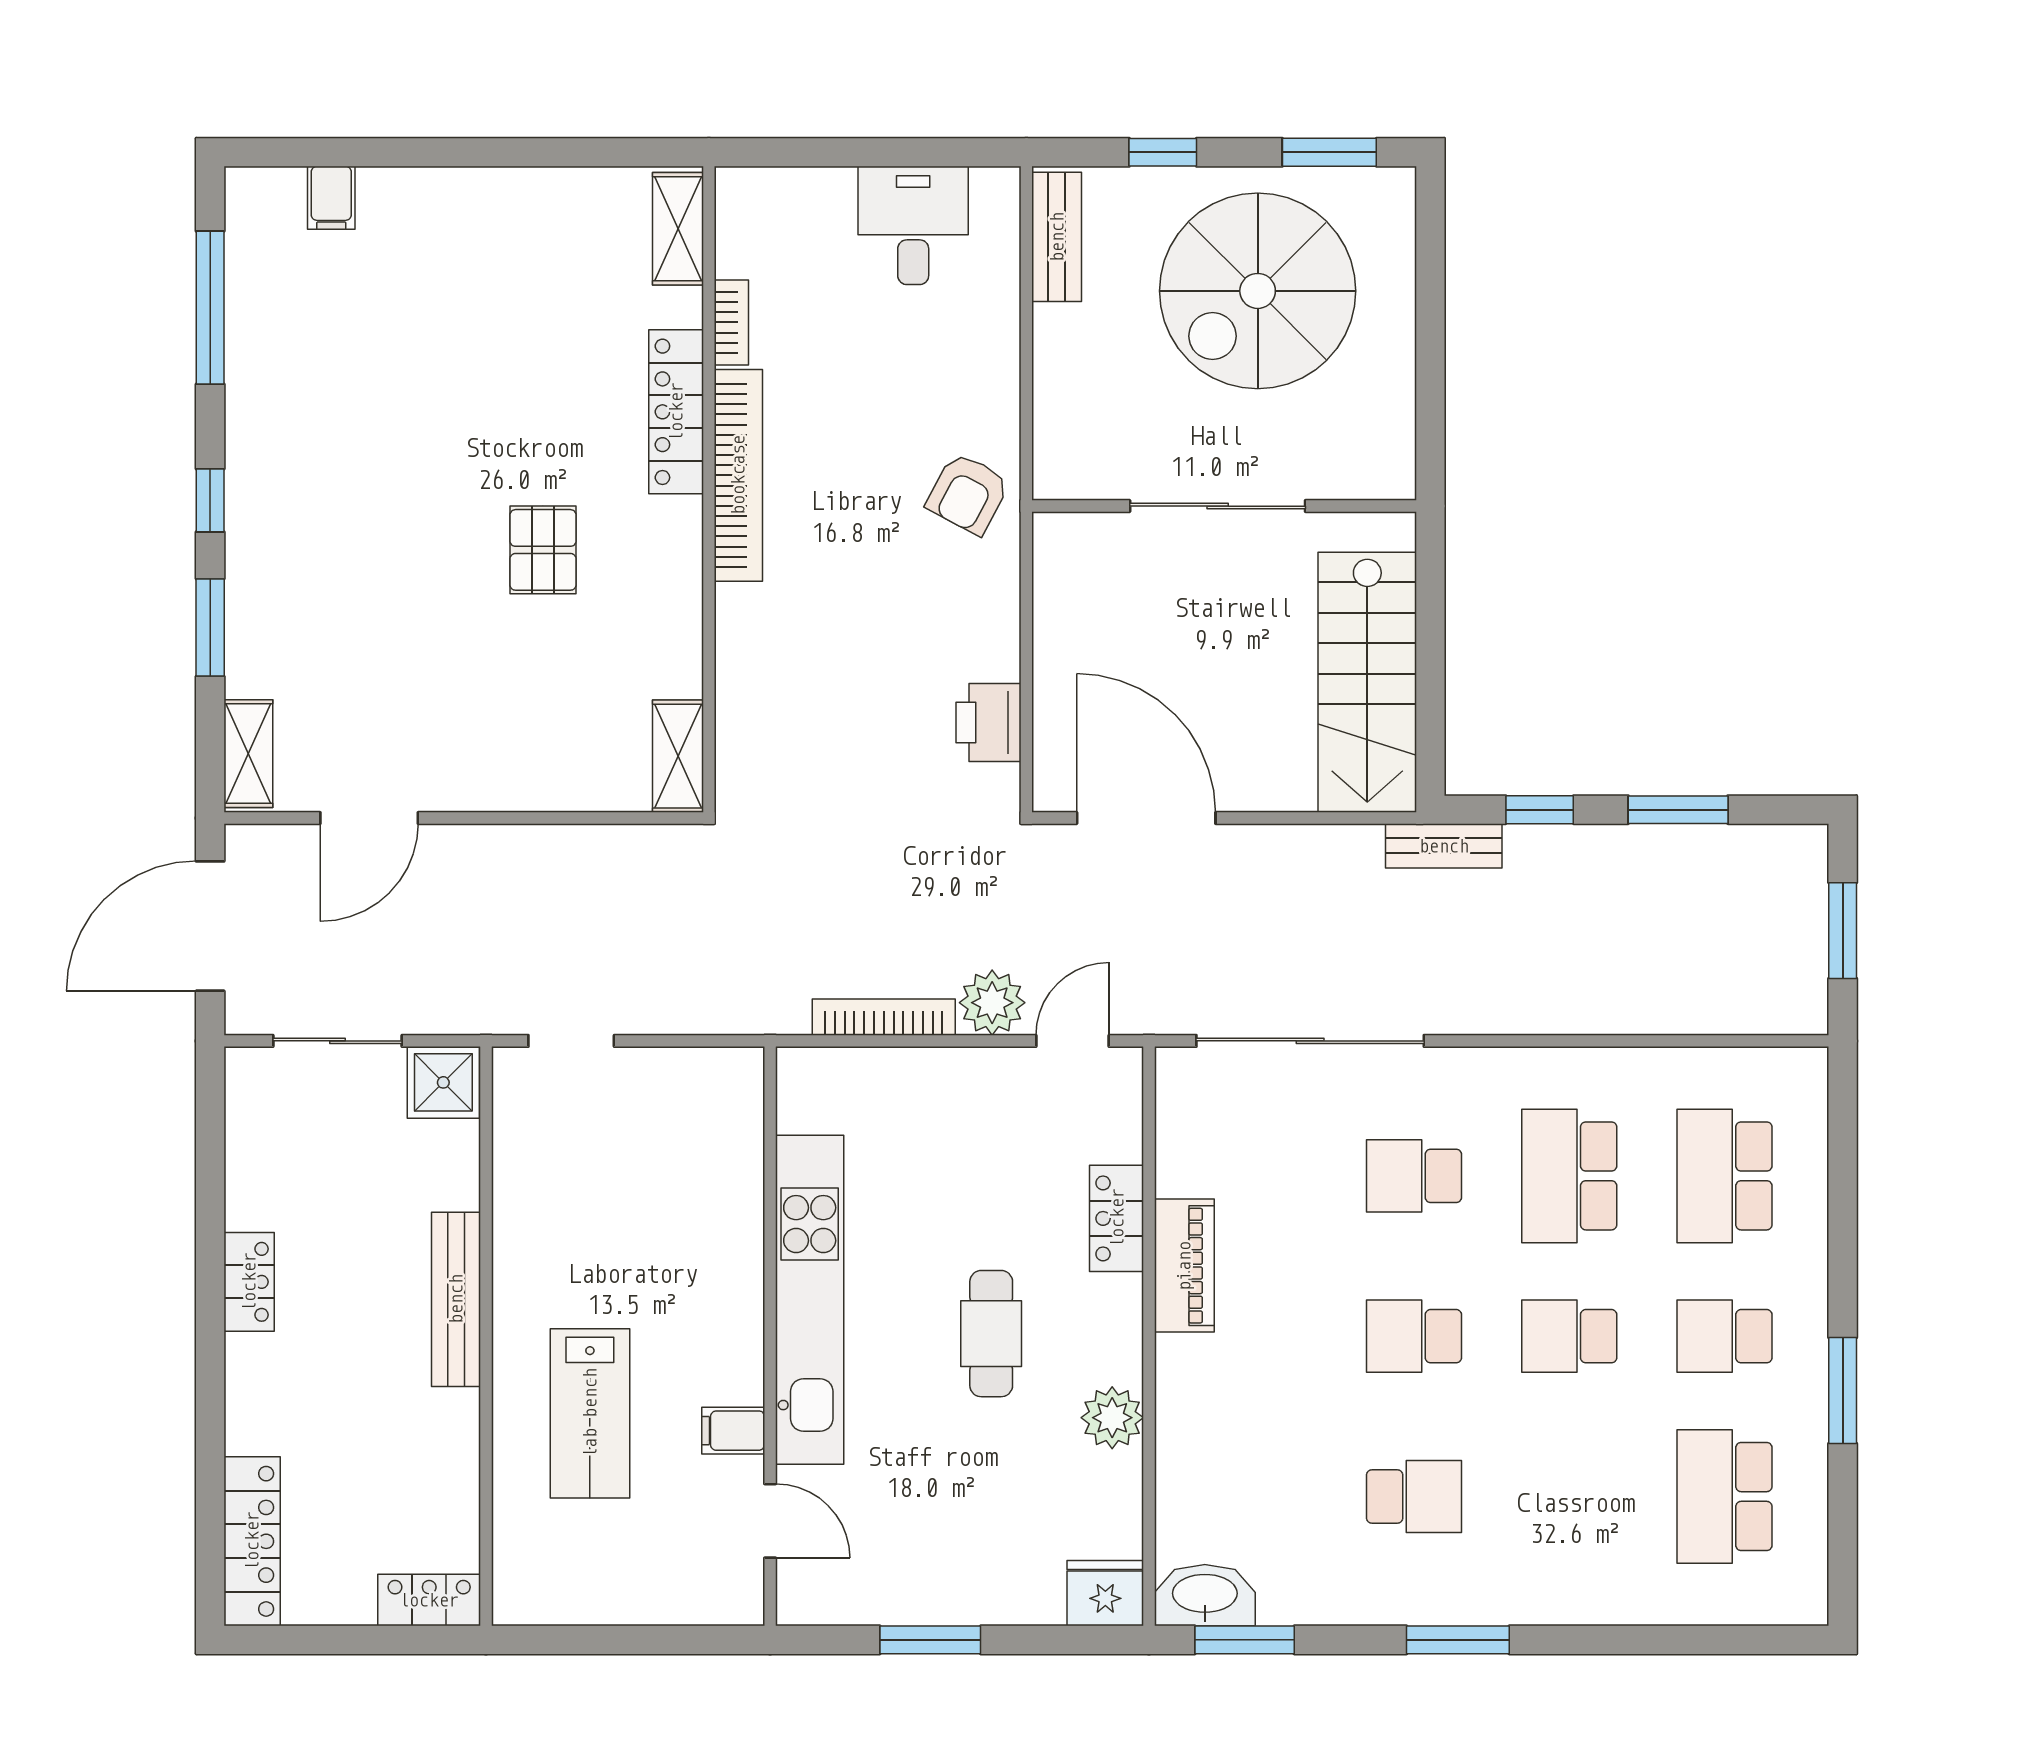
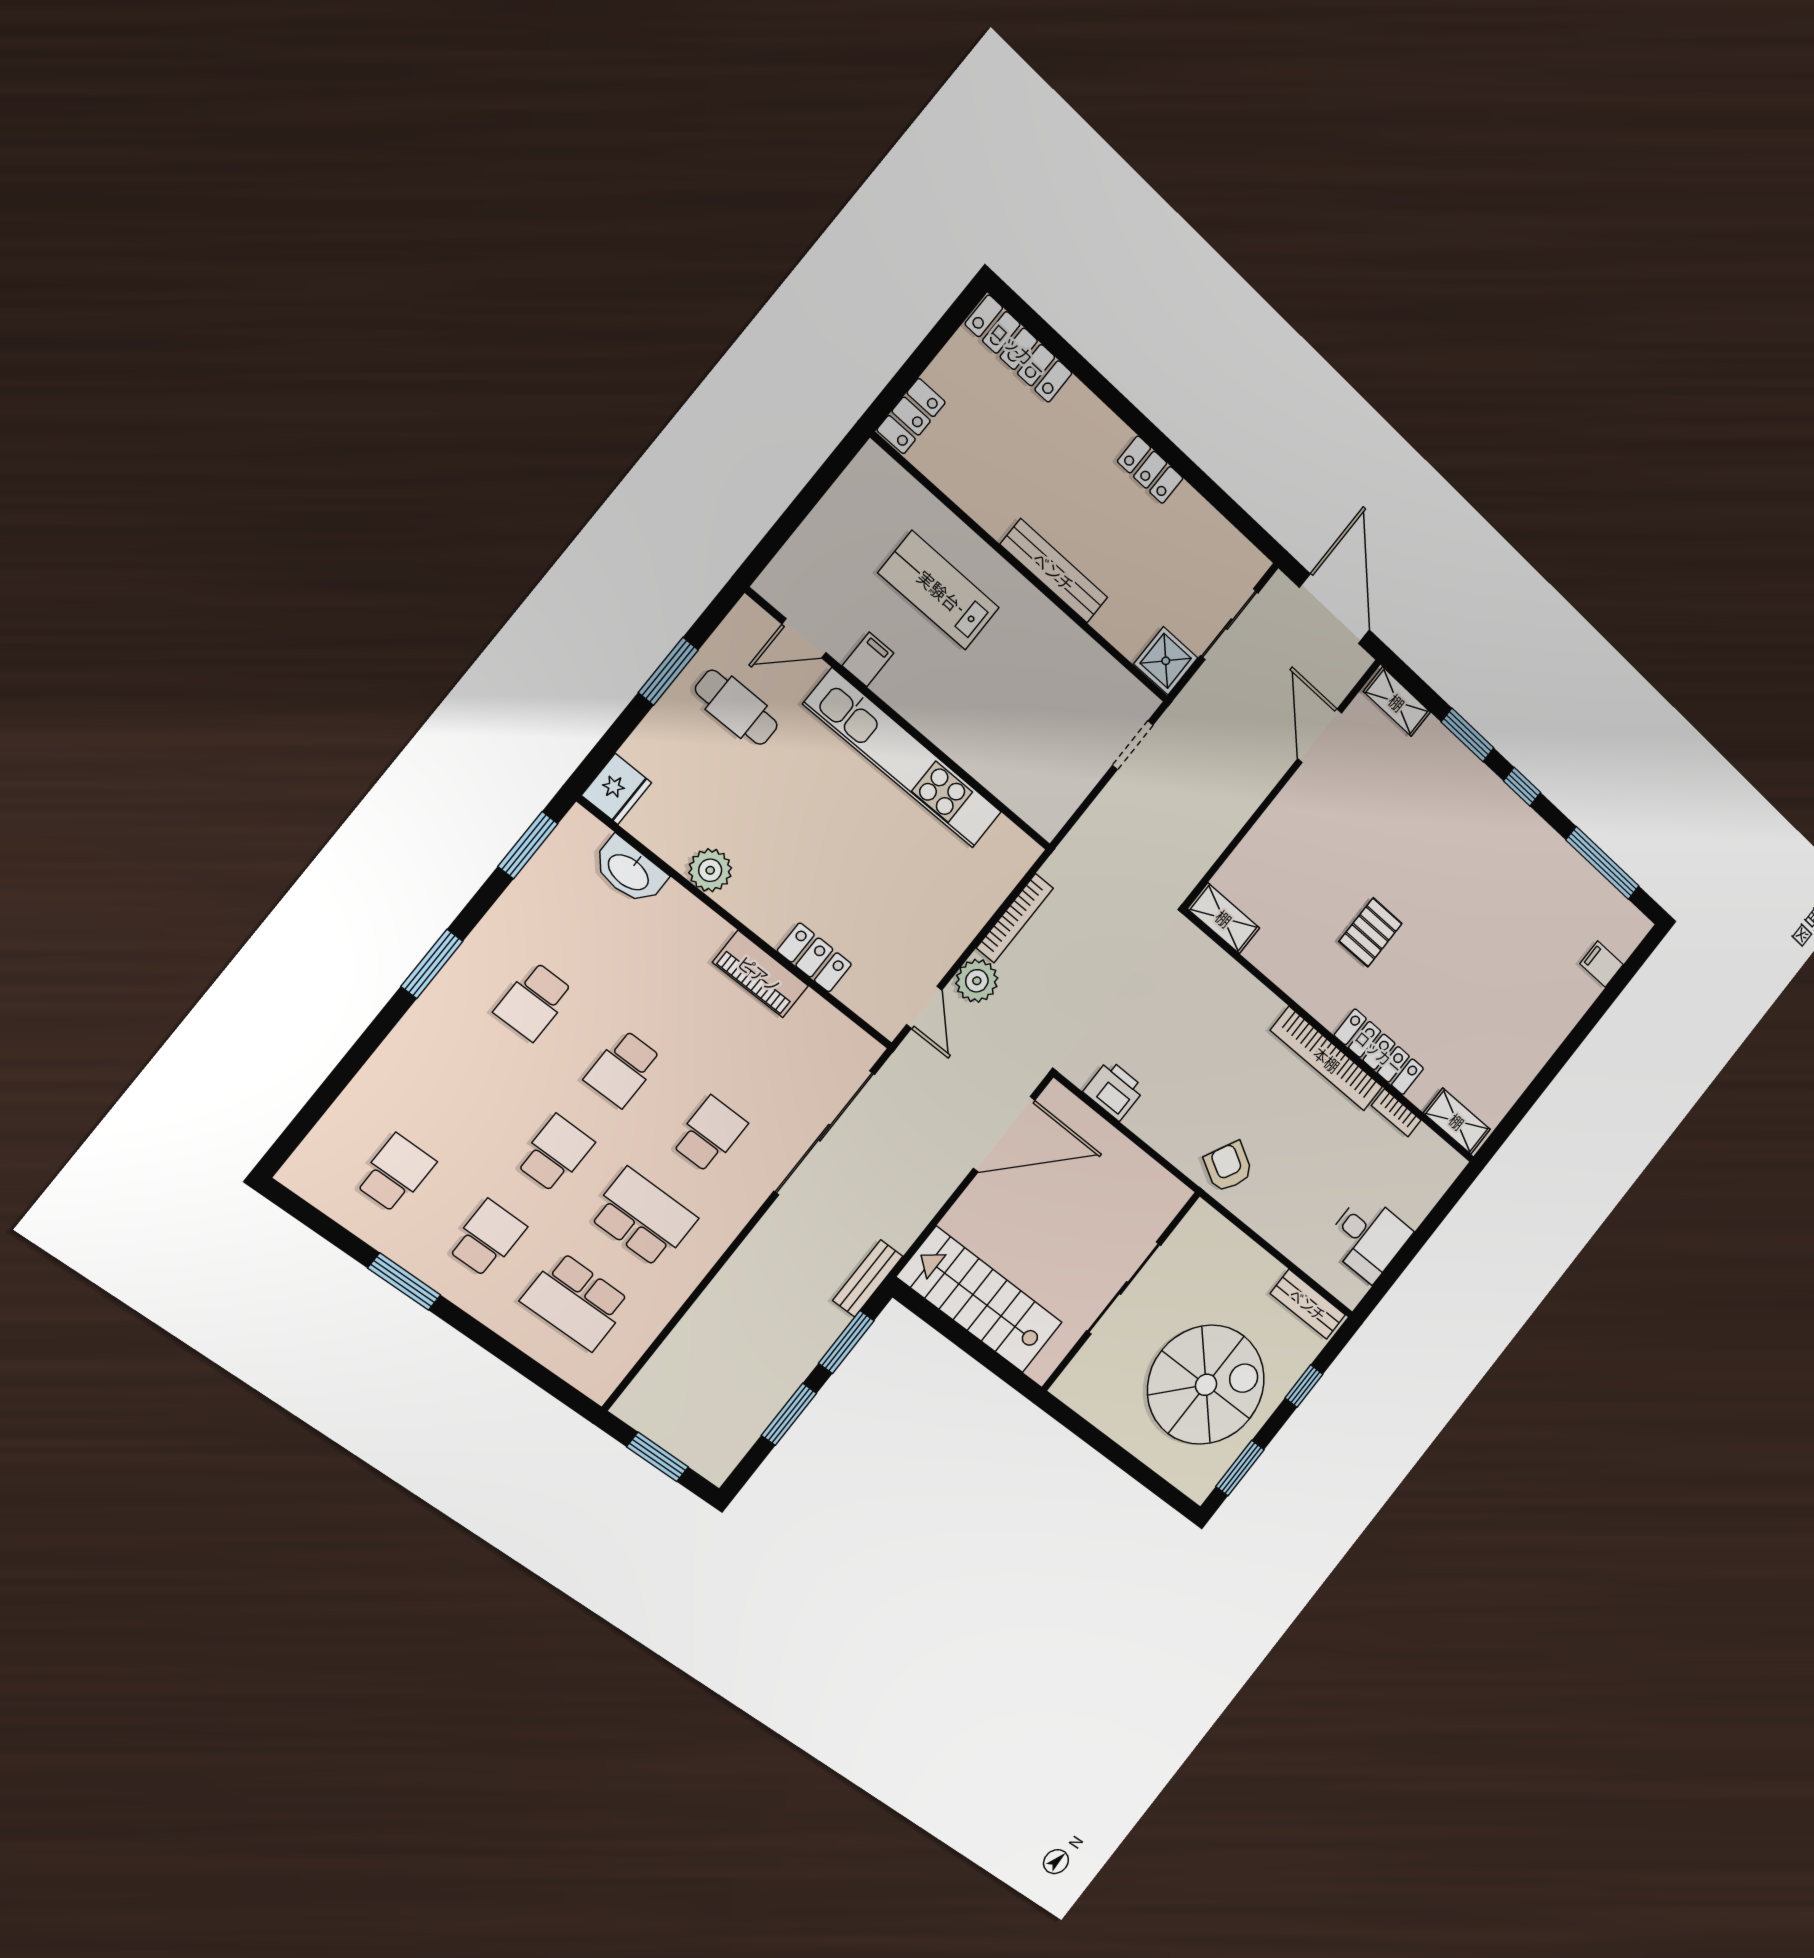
spiral stairs: (1258, 291) -> (1206, 1385), turned 90
pallet: (543, 550) -> (1371, 932), turned 90
window: (1540, 810) -> (846, 1342), width x1.50
school desk: (1725, 1176) -> (576, 1301), turned 180
cafe table: (991, 1334) -> (736, 707), moved
school desk: (1414, 1336) -> (623, 1069), turned 180
school desk: (1725, 1497) -> (395, 1173), width x0.54
washbasin: (1205, 1595) -> (629, 871), moved, turned 90

